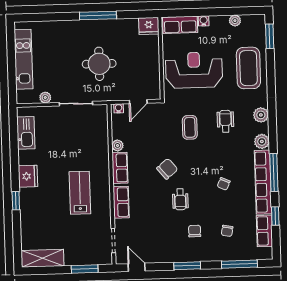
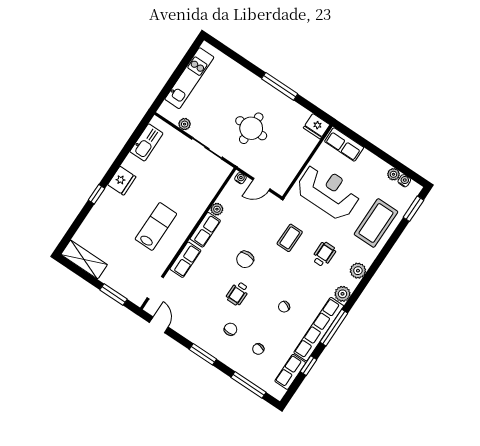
water cooler: (204, 21) -> (404, 181), moved
chair: (167, 169) -> (245, 259), turned 130

